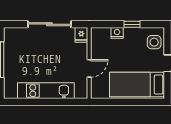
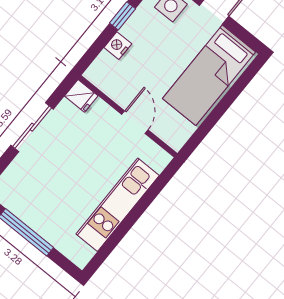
sliding door: (50, 24) -> (32, 127), width x0.73

